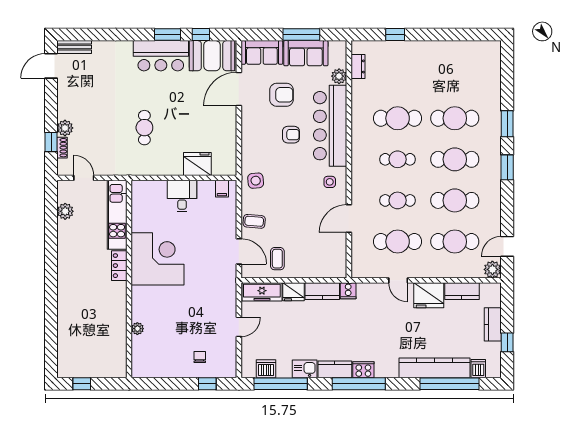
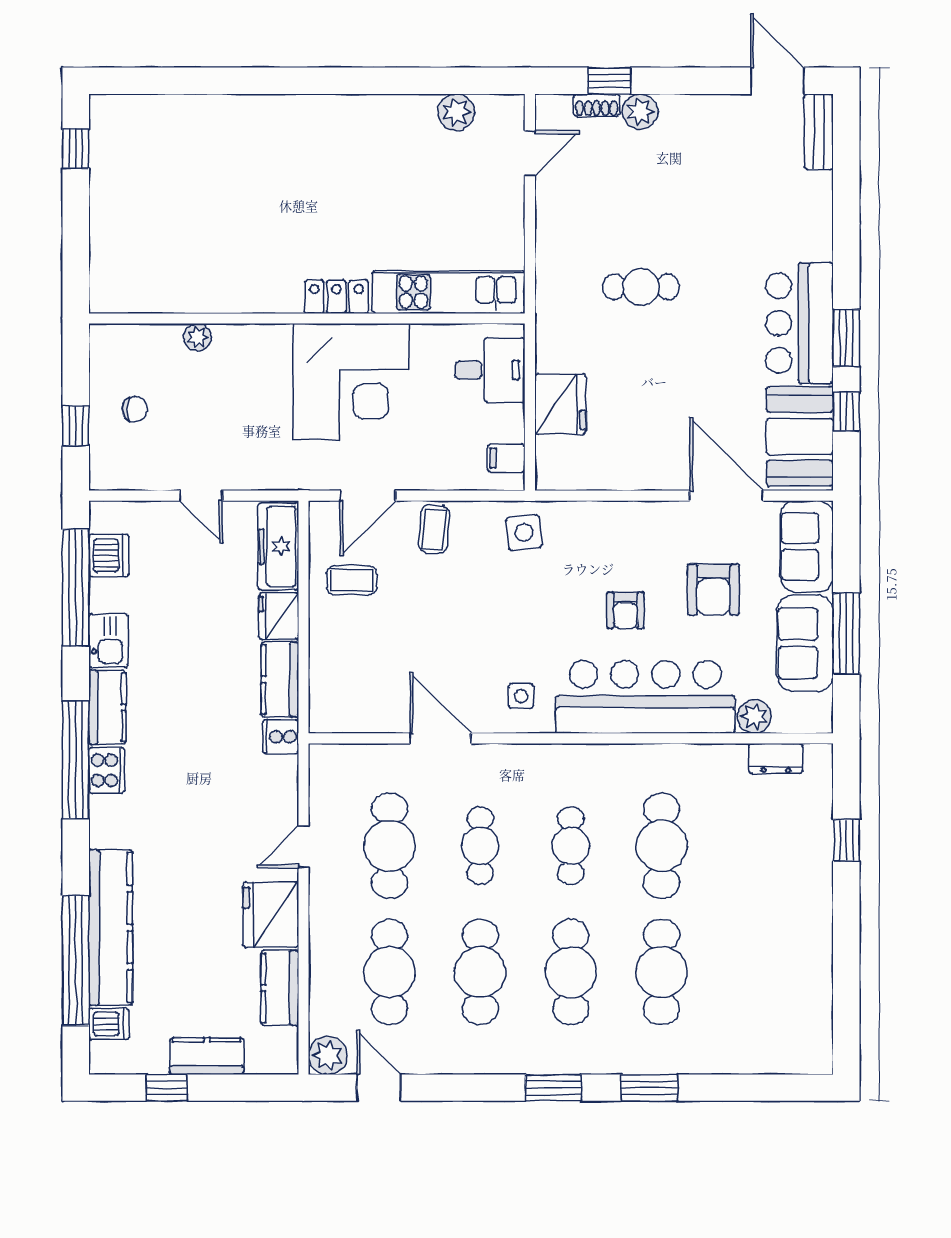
kitchen unit: (117, 215) -> (449, 292), moved
corner desk: (158, 259) -> (351, 382), moved
locker: (119, 266) -> (336, 297), moved
wall: (129, 279) -> (307, 319), moved
plant: (137, 329) -> (197, 337), moved

